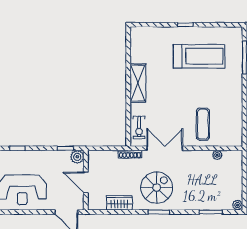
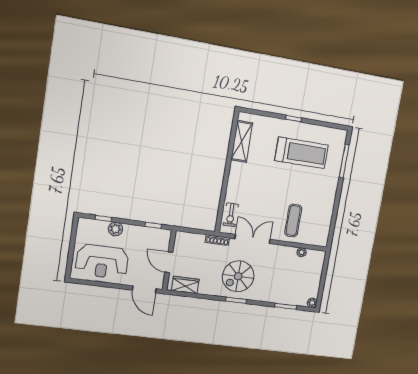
shelving: (138, 83) -> (242, 141), moved
plant: (77, 157) -> (115, 229), moved
spiral stairs: (157, 188) -> (238, 276), turned 180
wardrobe: (119, 203) -> (185, 285), moved

